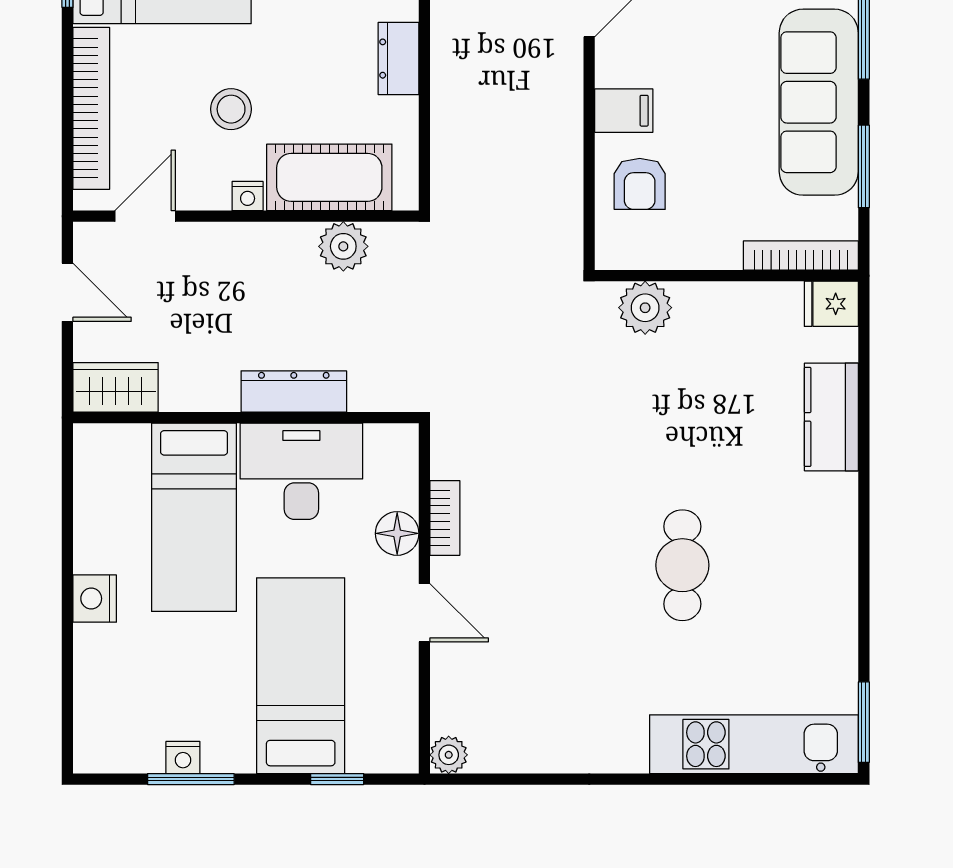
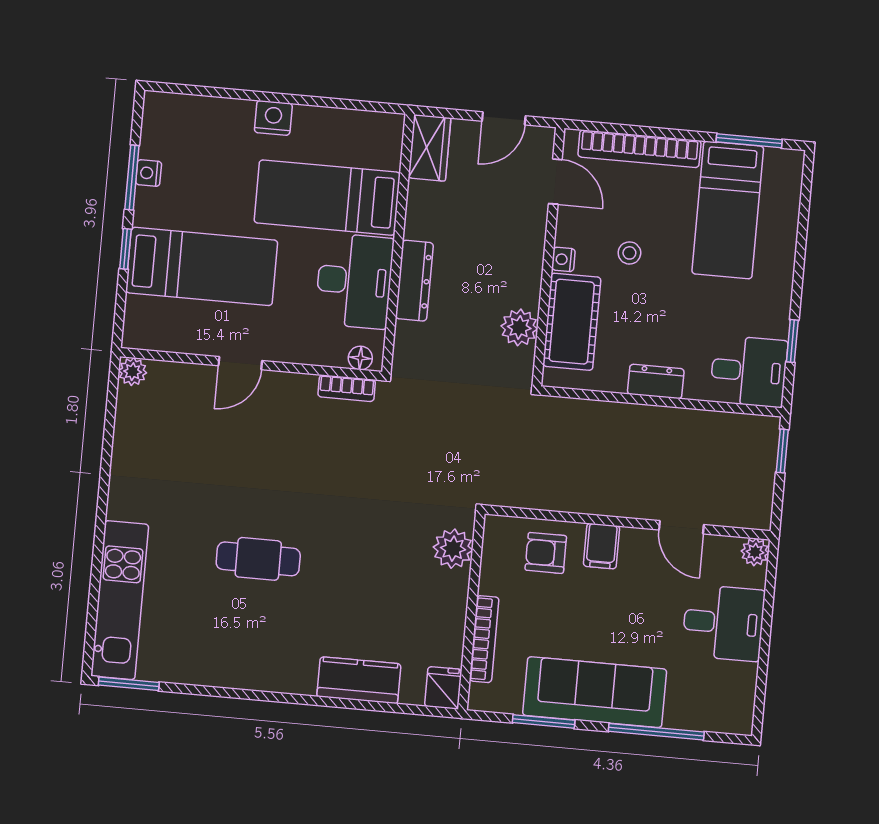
stool: (231, 109) -> (629, 253), width x0.73, depth x0.73
bookcase: (801, 255) -> (484, 639), moved
bookcase: (445, 518) -> (347, 388), moved
floor lamp: (397, 533) -> (360, 358), moved, width x0.73, depth x0.73
window: (337, 779) -> (125, 249), moved

